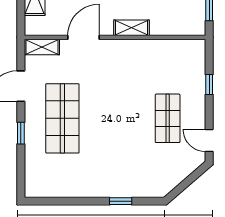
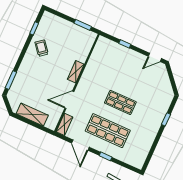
door: (84, 37) -> (69, 100), hinge flipped
shop shelf: (168, 118) -> (120, 102), moved

